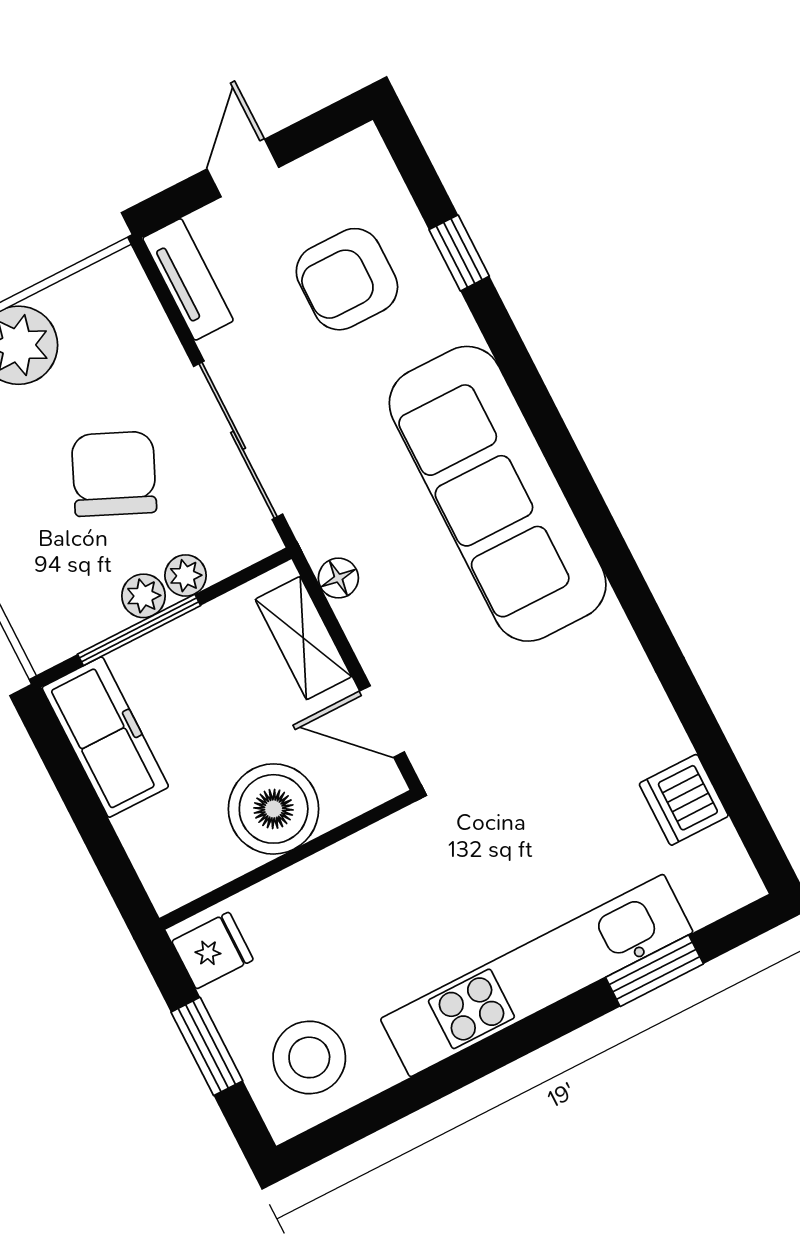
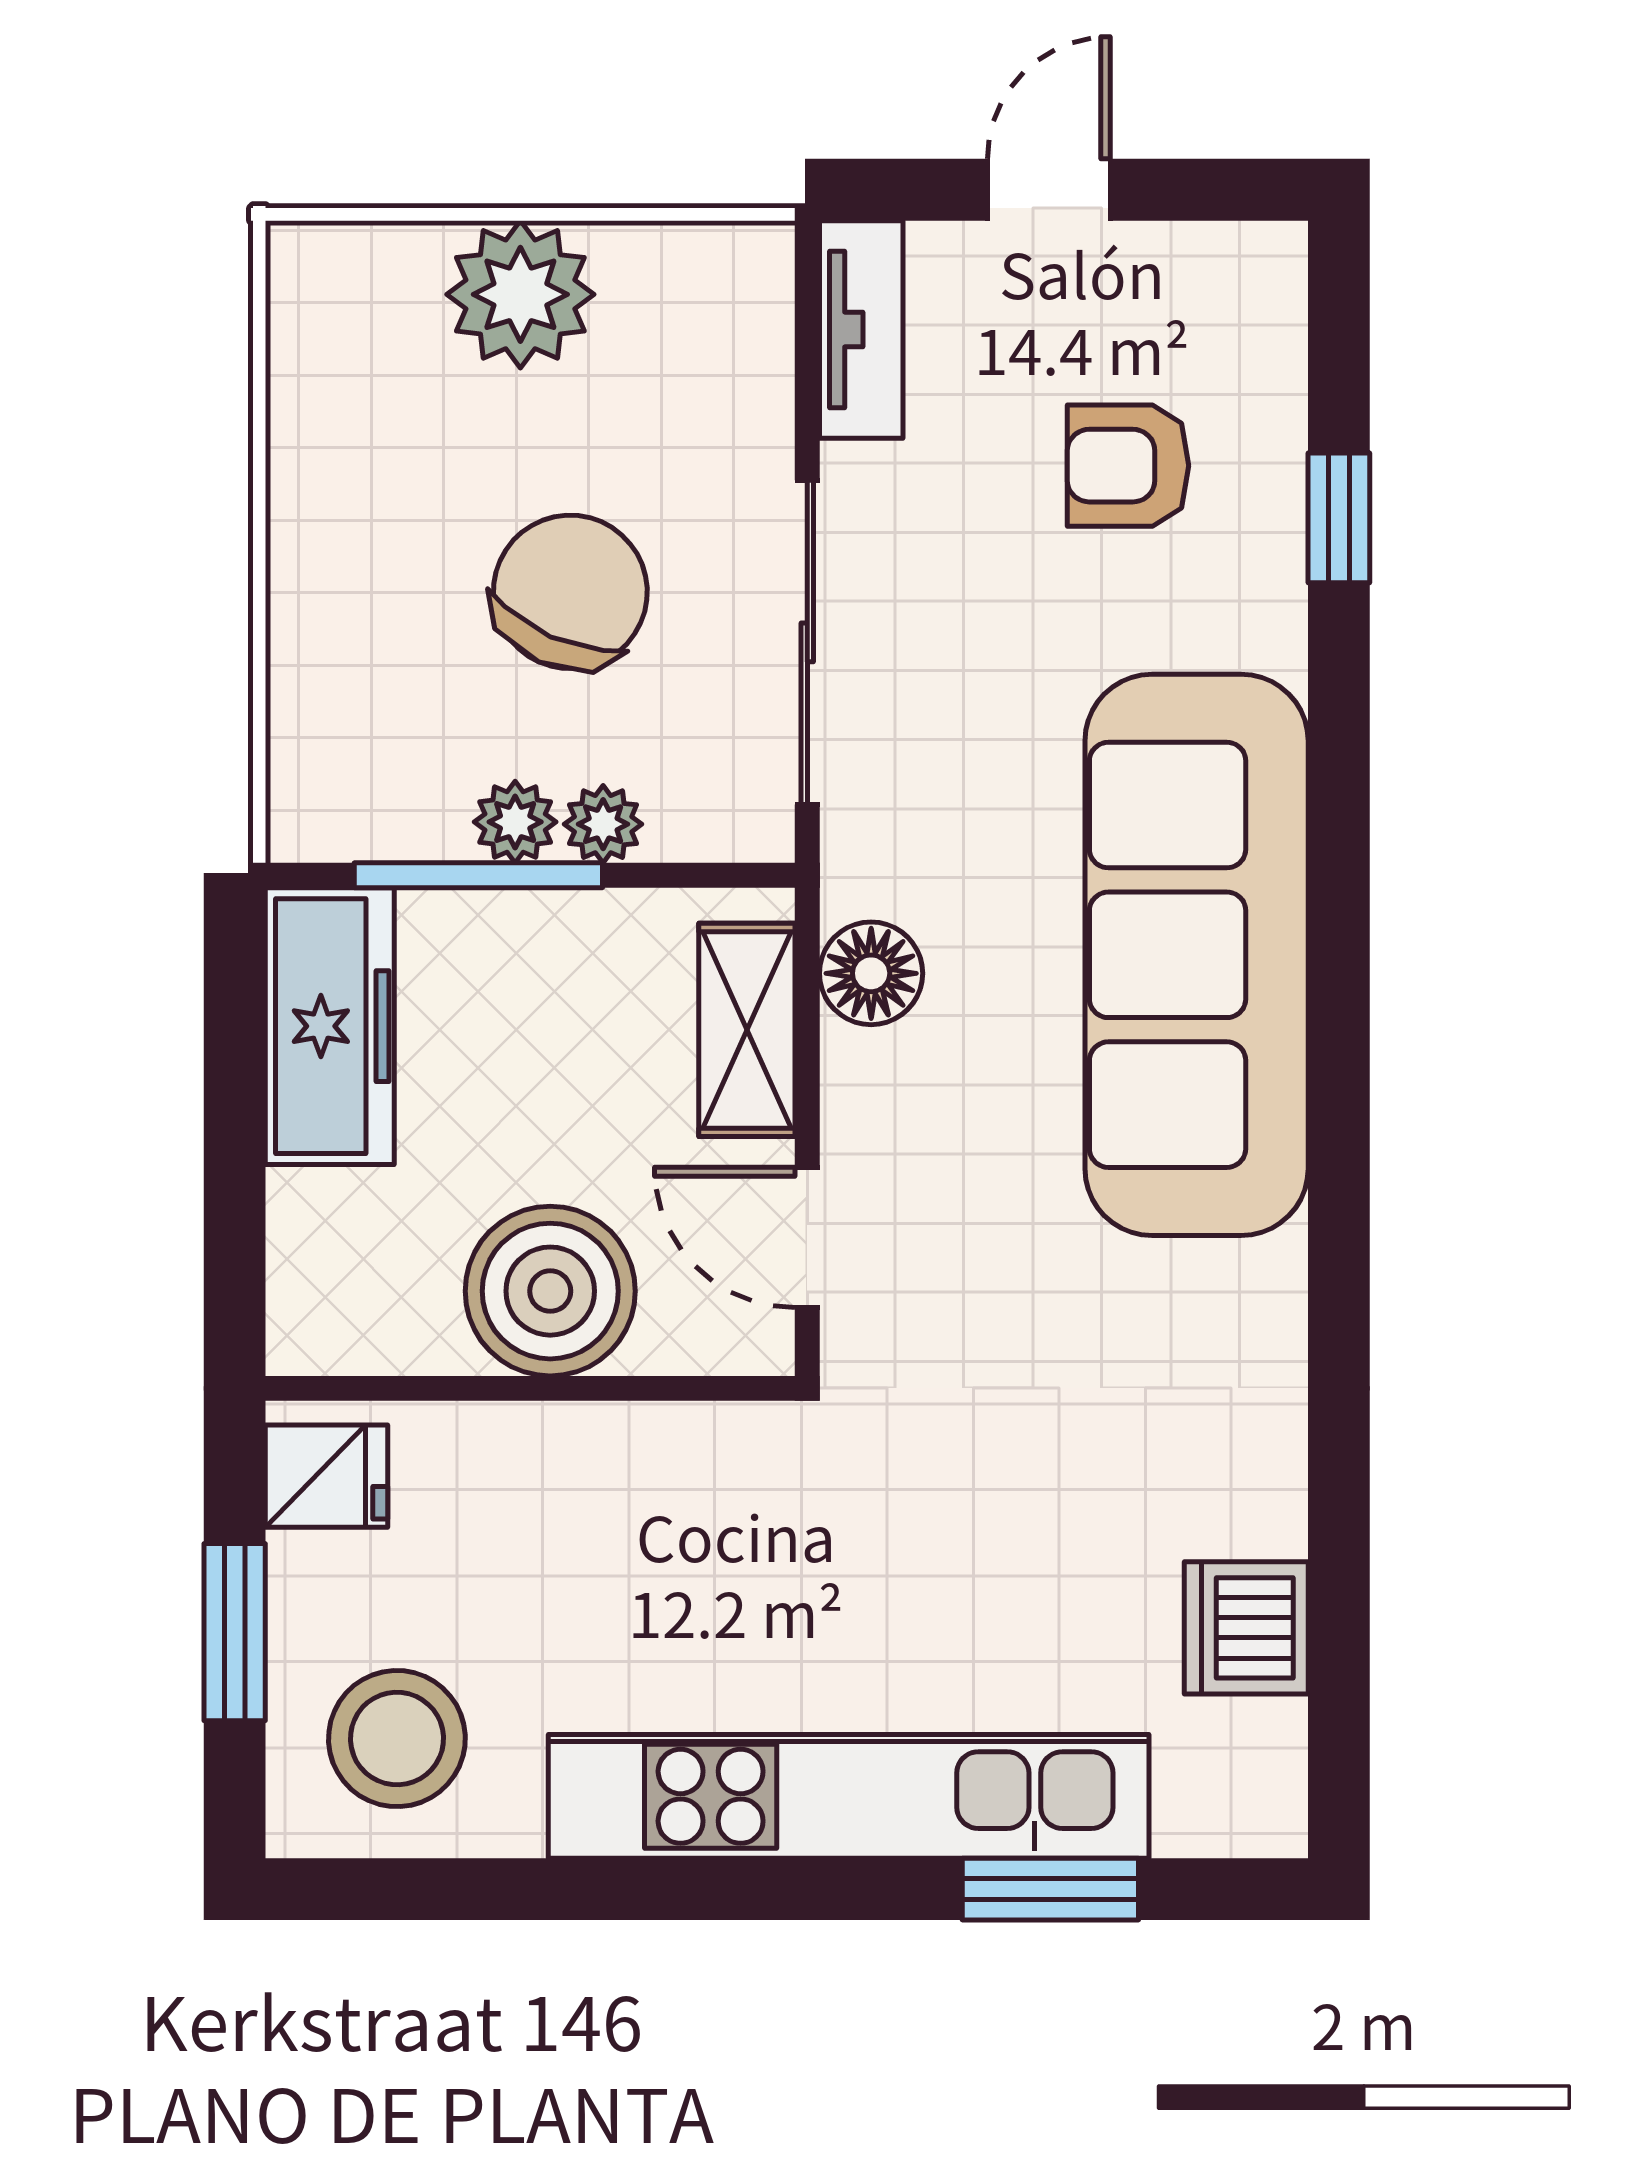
armchair: (347, 279) -> (1128, 466), width x0.72, depth x0.72
floor lamp: (338, 578) -> (871, 973), width x1.37, depth x1.37

